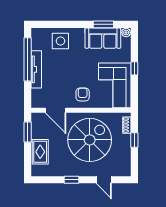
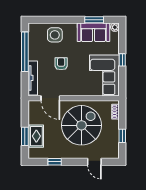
tv unit: (36, 69) -> (33, 78), moved
armchair: (83, 94) -> (61, 64), moved
window: (28, 132) -> (25, 136), moved
window: (134, 140) -> (122, 136), moved
window: (72, 180) -> (55, 162), moved

